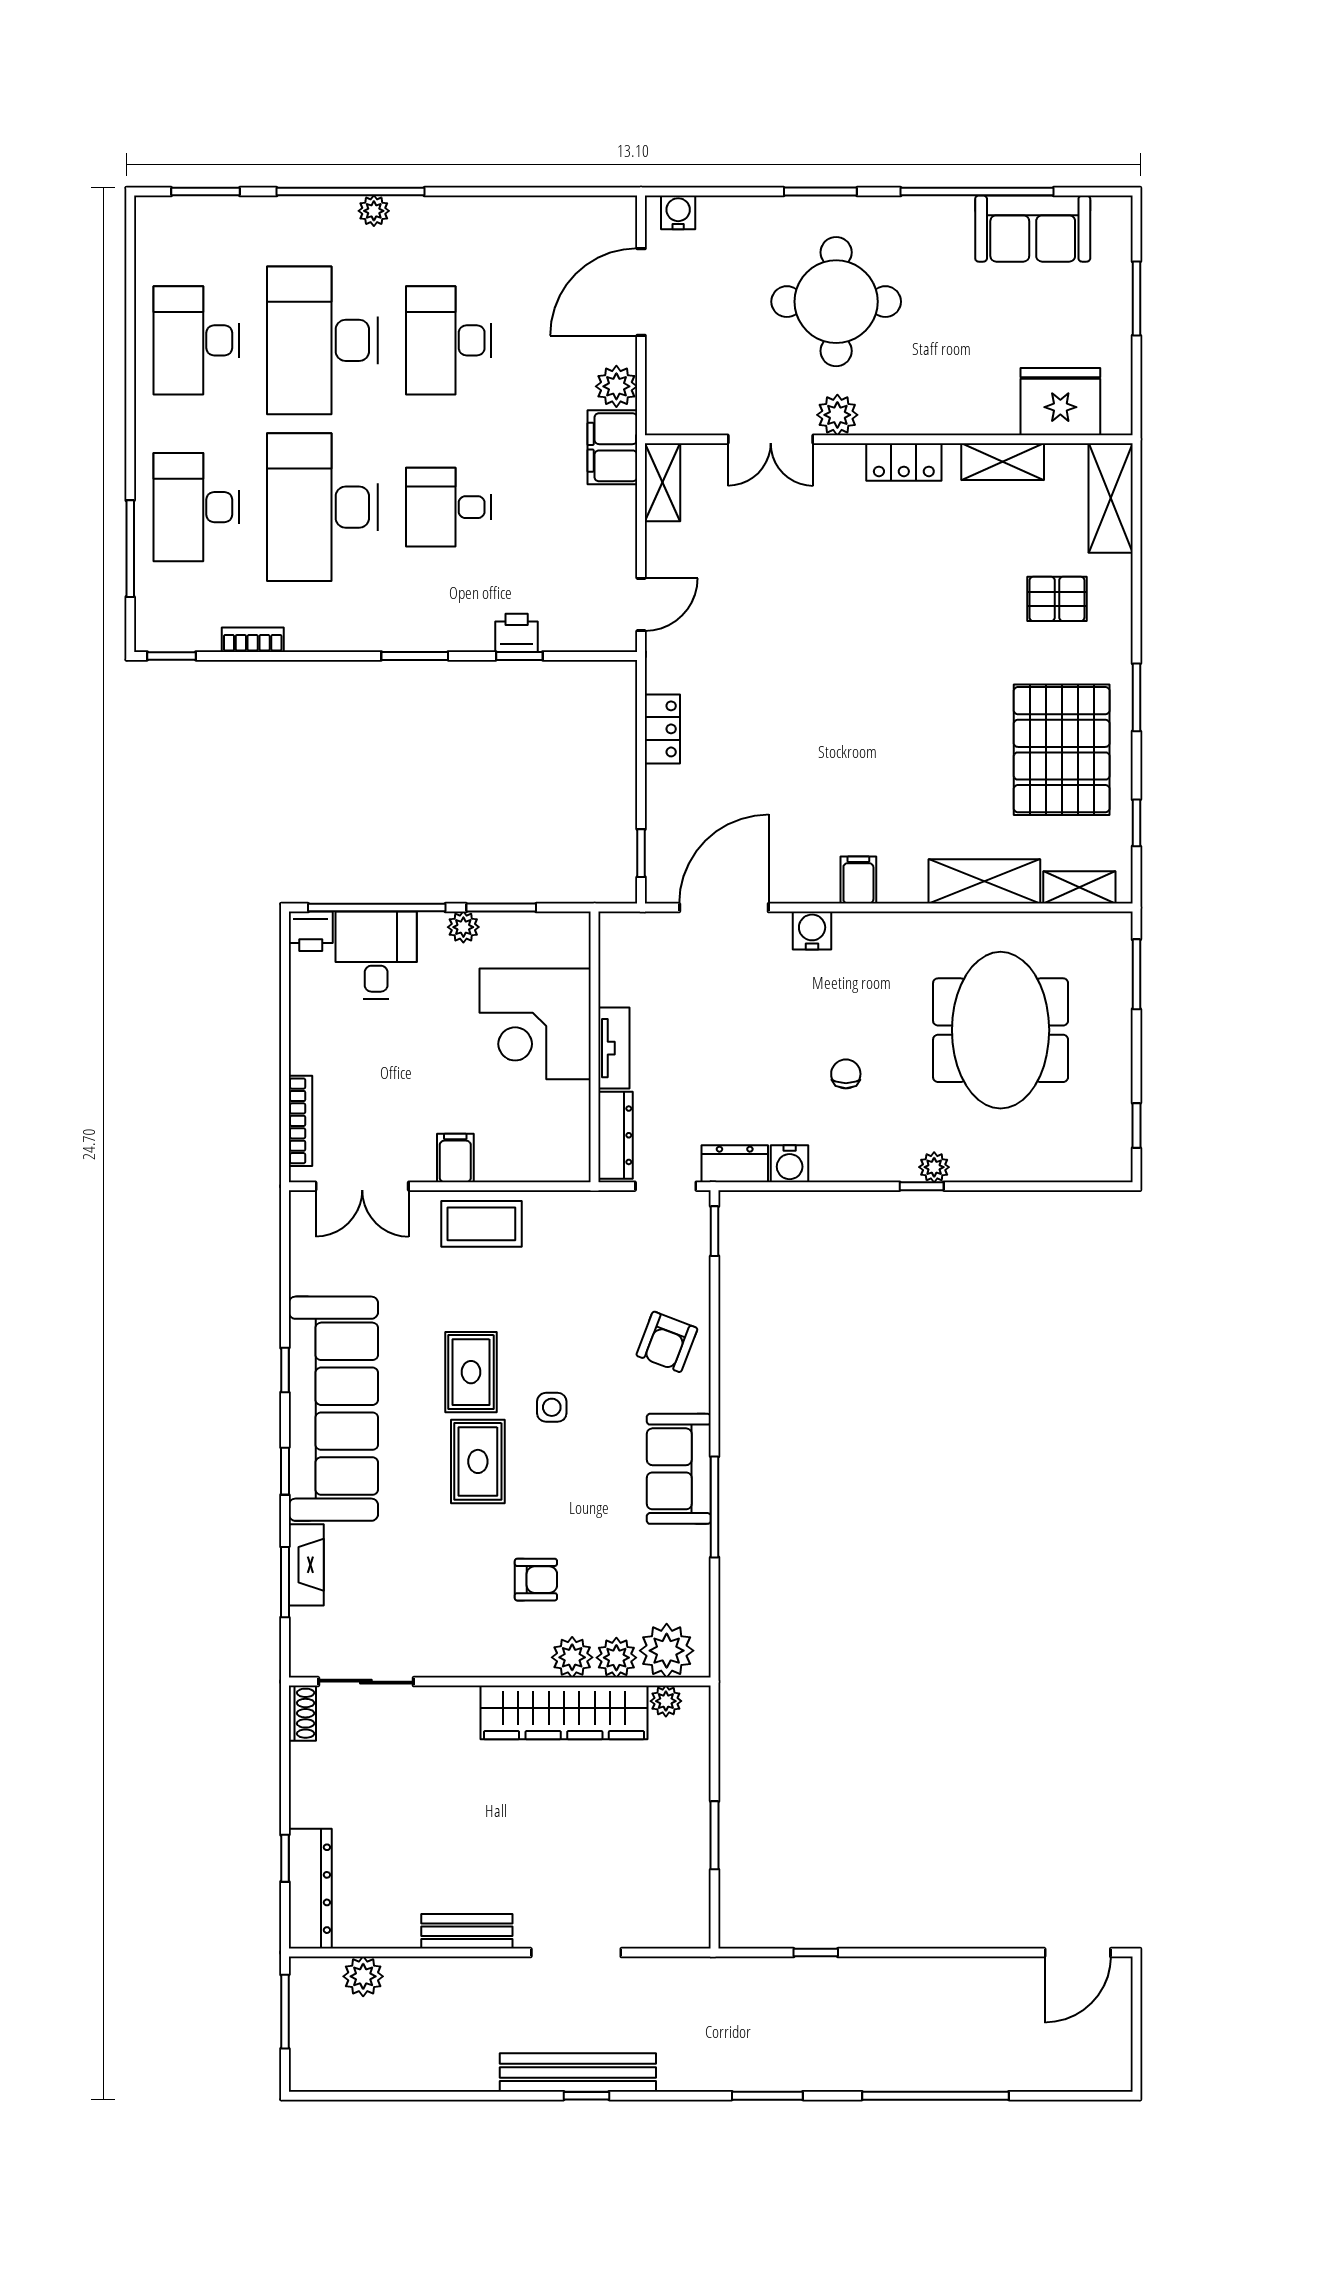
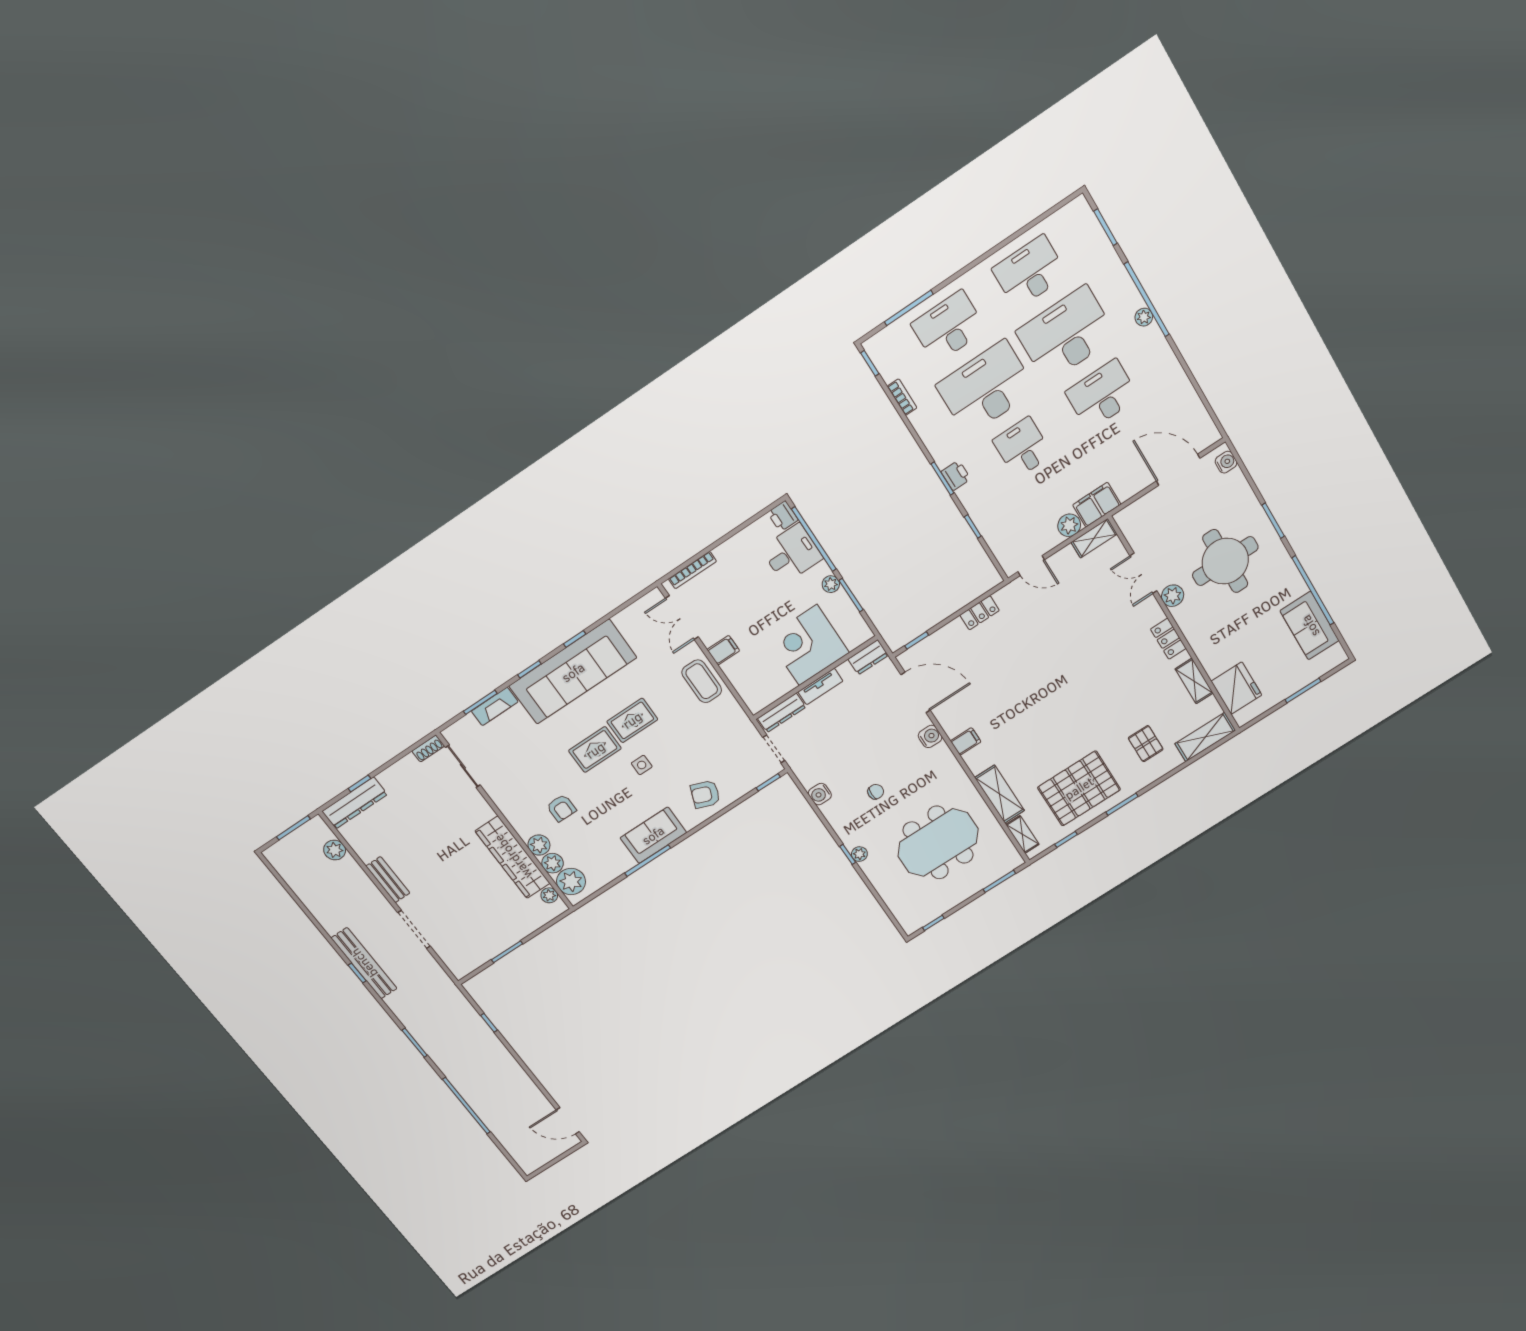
plant: (616, 386) -> (1069, 525), moved
printer: (517, 633) -> (956, 475), moved
dresser: (735, 1164) -> (868, 657), moved, turned 90

